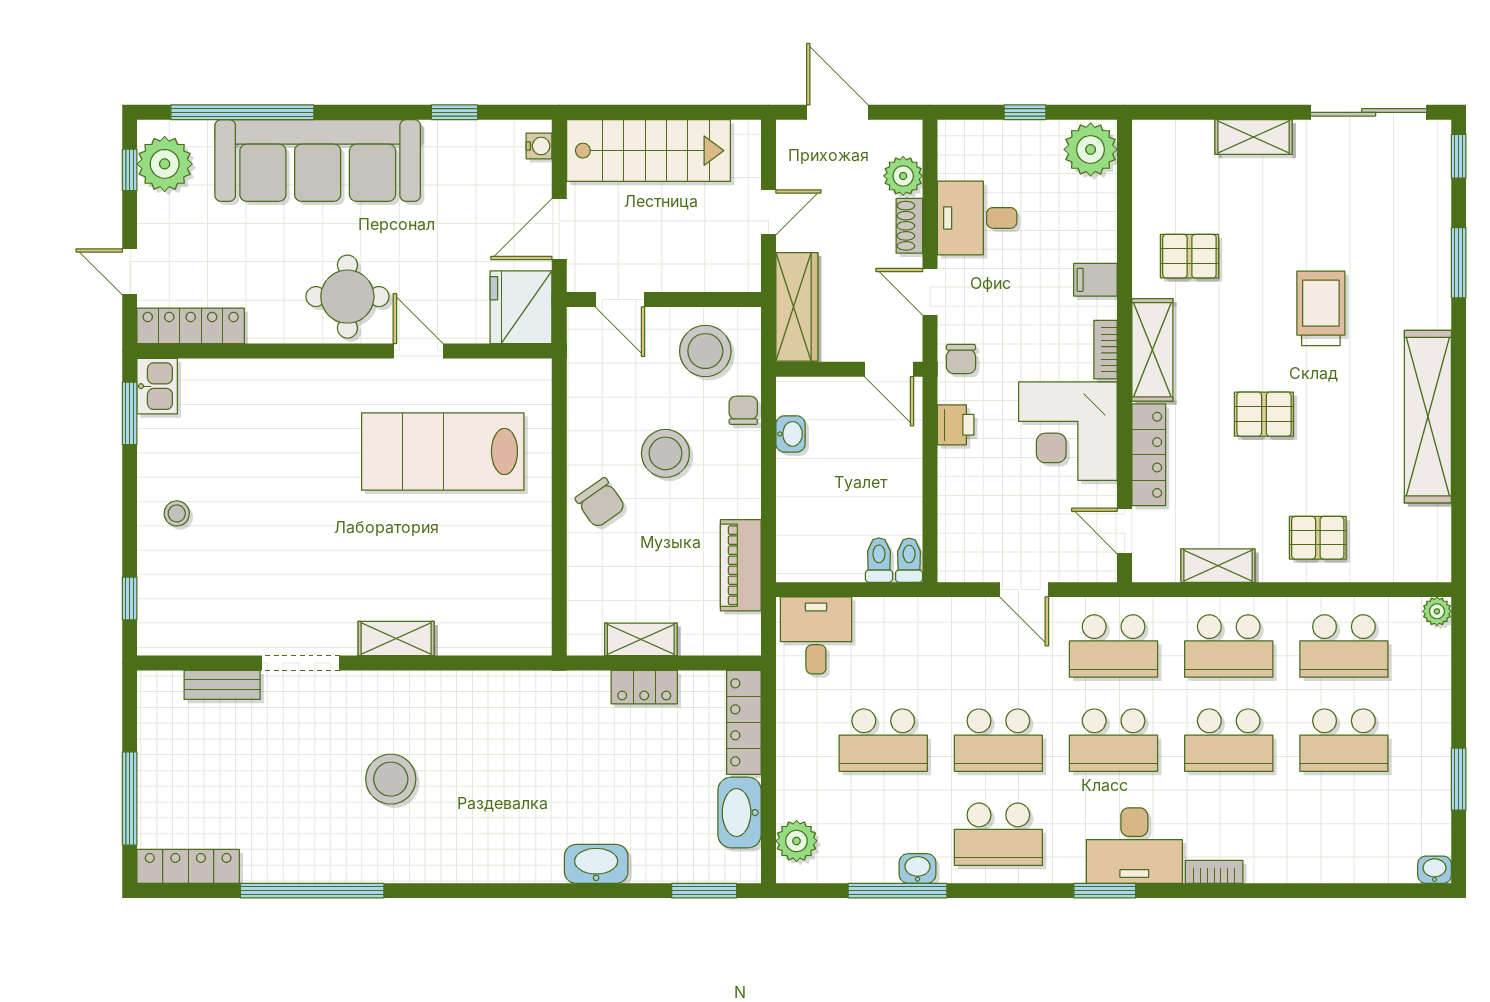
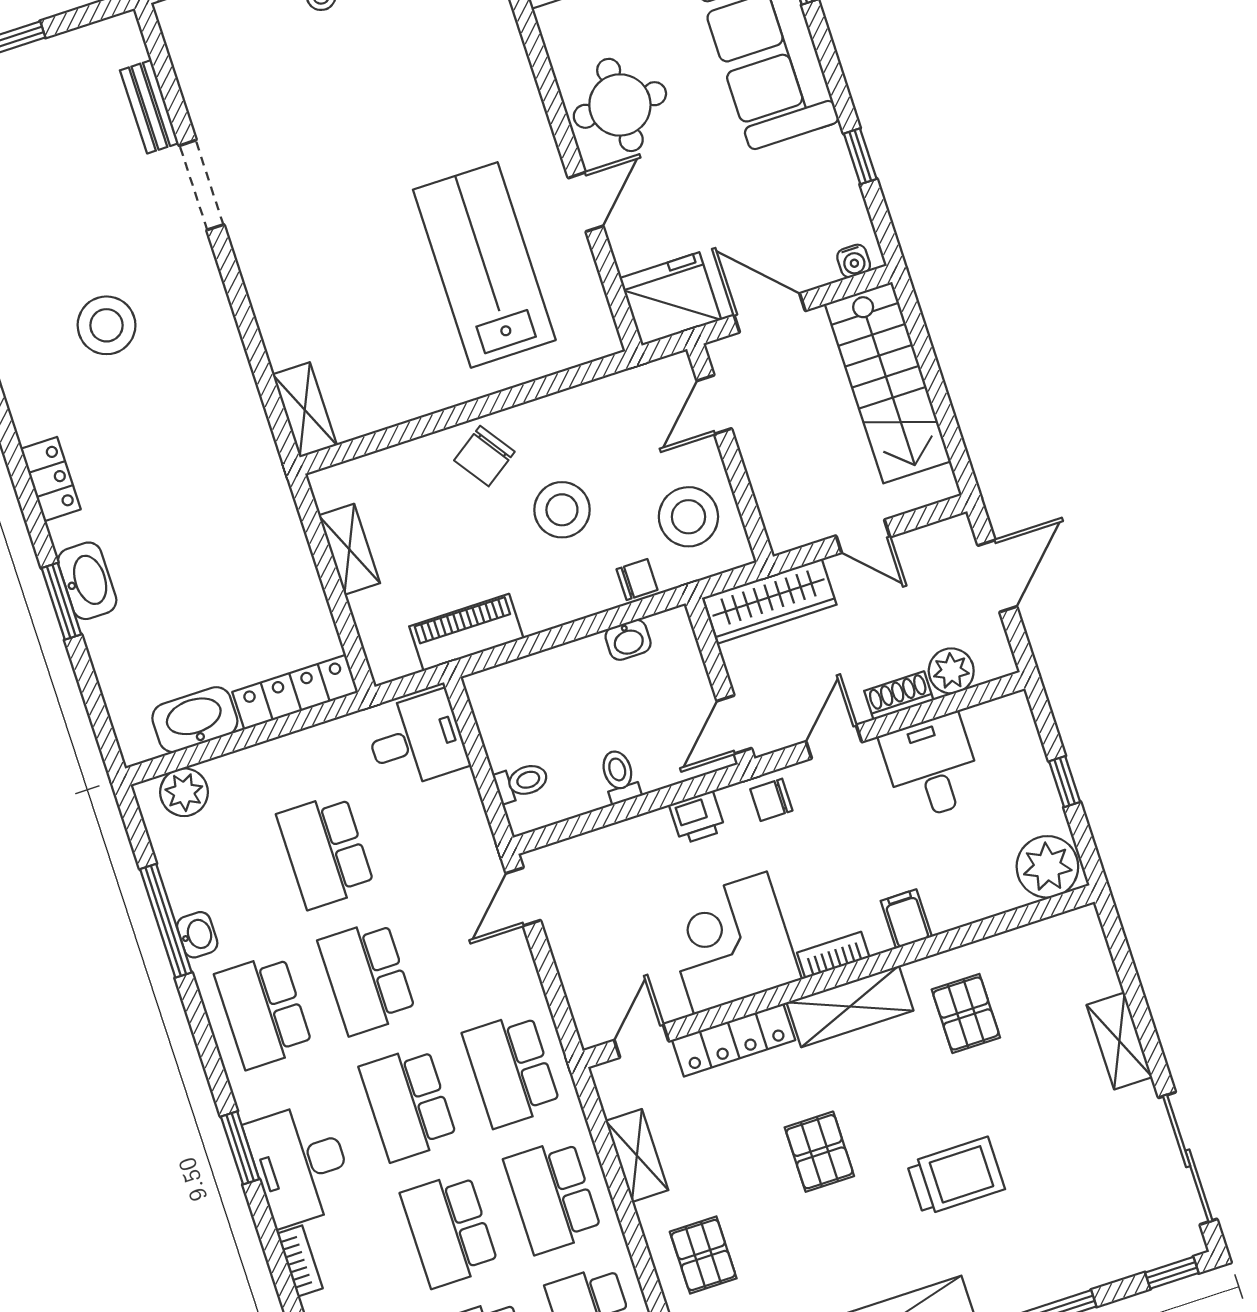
toilet: (909, 560) -> (619, 776), moved, turned -90
door: (1024, 590) -> (523, 897), moved
shelving: (396, 639) -> (305, 410), moved
locker: (644, 687) -> (51, 479), moved, turned 180
window: (704, 891) -> (61, 601), moved

